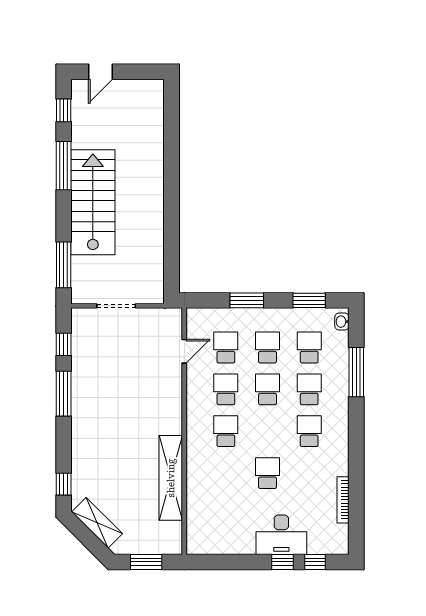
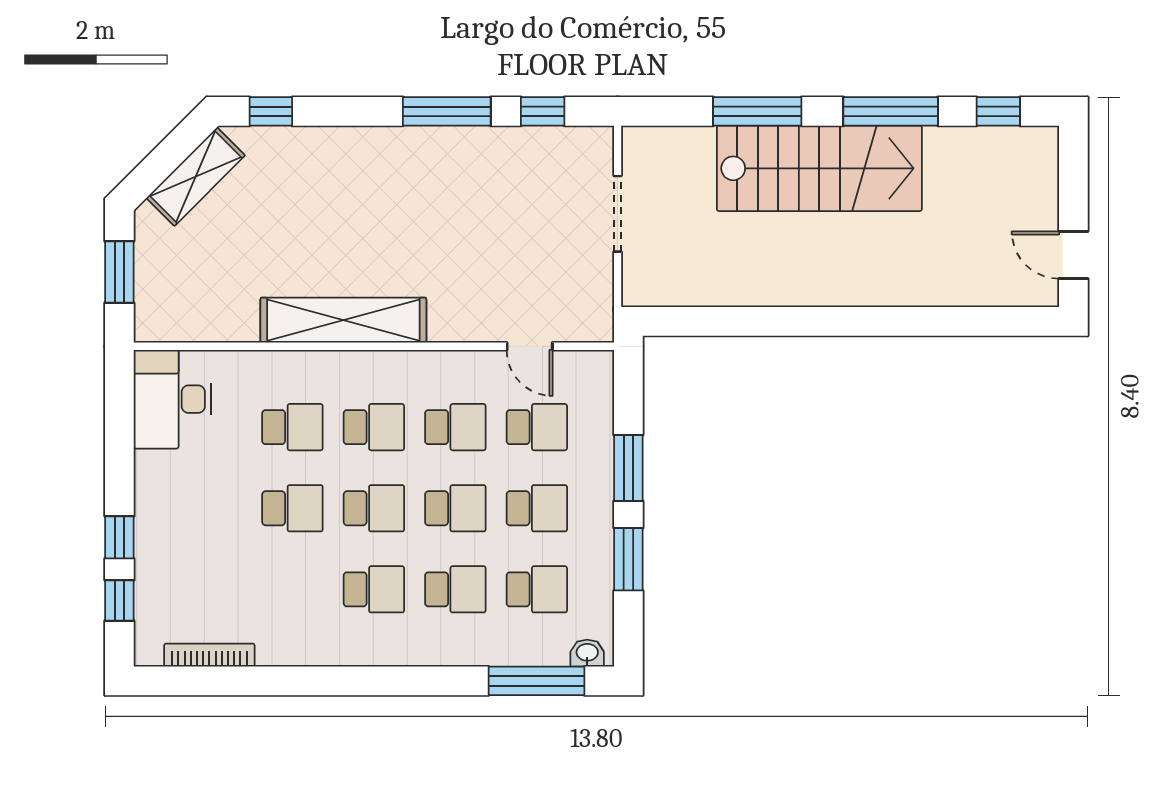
door: (101, 72) -> (1073, 255), moved
window: (64, 265) -> (757, 111), moved
window: (309, 300) -> (628, 559), moved
window: (356, 372) -> (537, 681), moved
school desk: (268, 431) -> (374, 508), added
school desk: (226, 473) -> (292, 427), added
shelving: (171, 478) -> (343, 320), moved
bookcase: (343, 500) -> (209, 655), moved
desk: (281, 535) -> (172, 399), moved

